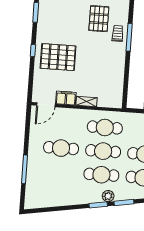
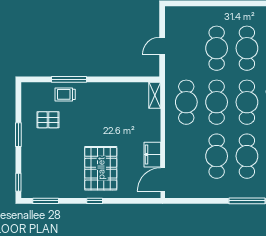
pallet: (99, 19) -> (48, 120), width x0.67, depth x0.71
shelving: (86, 101) -> (155, 95), moved
door: (46, 105) -> (163, 180), swing flipped
cafe table: (59, 172) -> (247, 156), added

